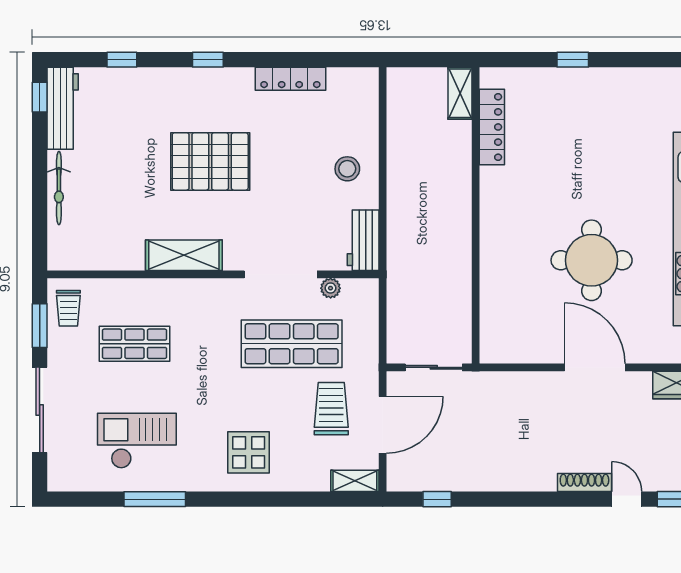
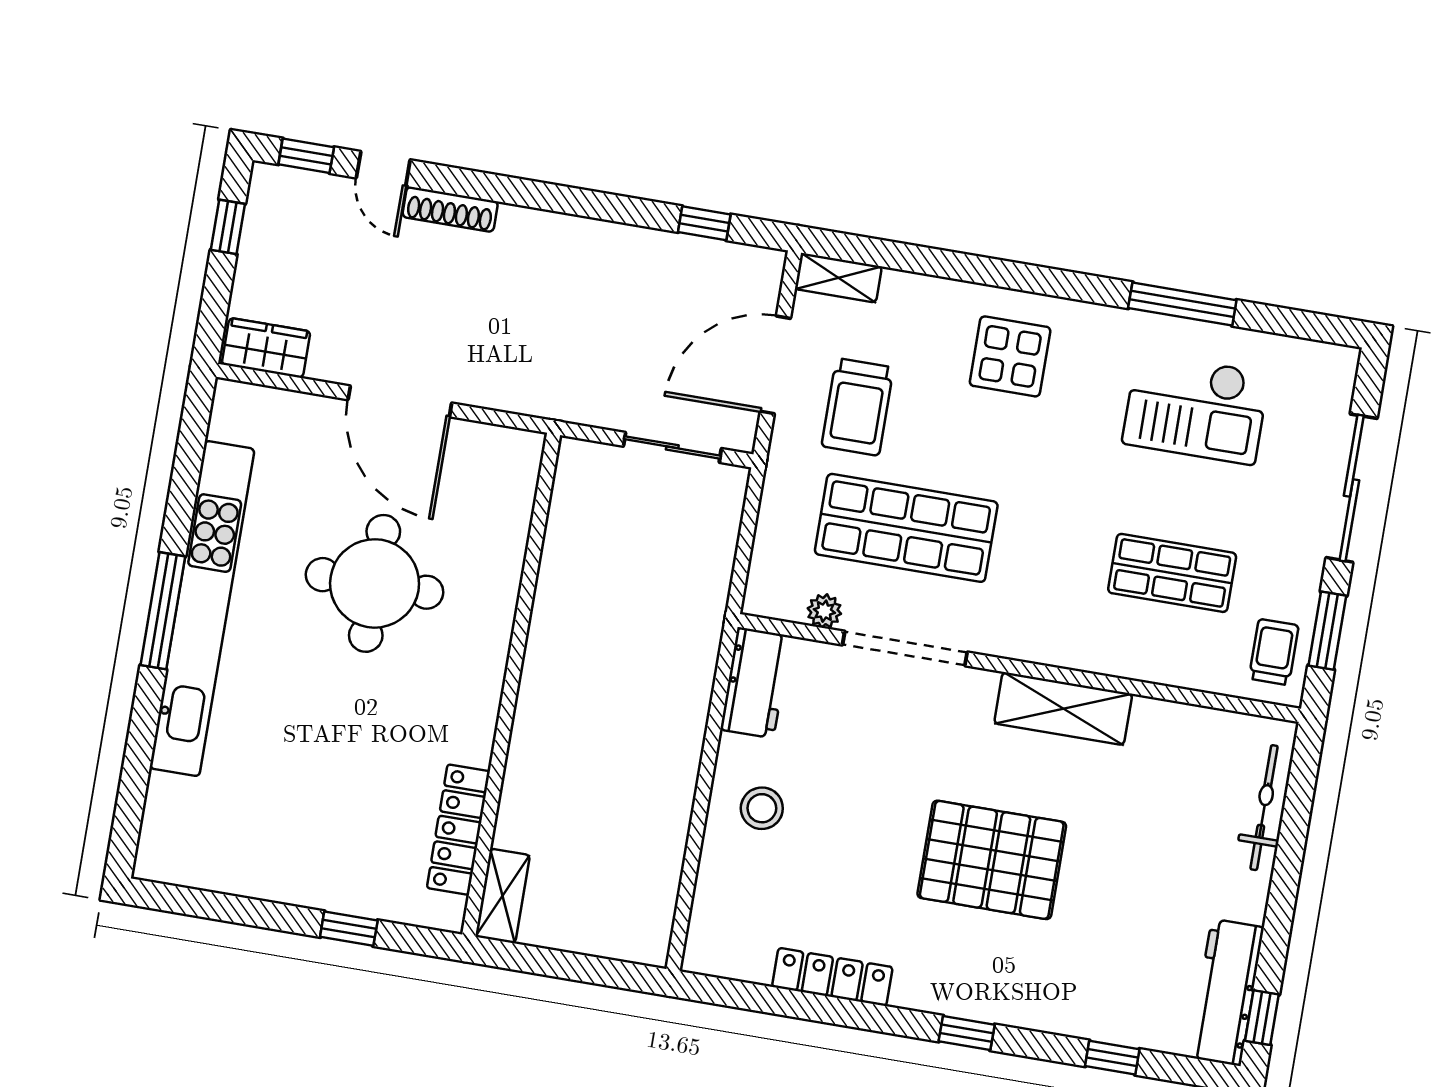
shelving: (460, 93) -> (503, 896), moved
locker: (492, 127) -> (458, 830), moved
bicycle: (59, 188) -> (1264, 808), moved
wall: (476, 215) -> (511, 685), moved

